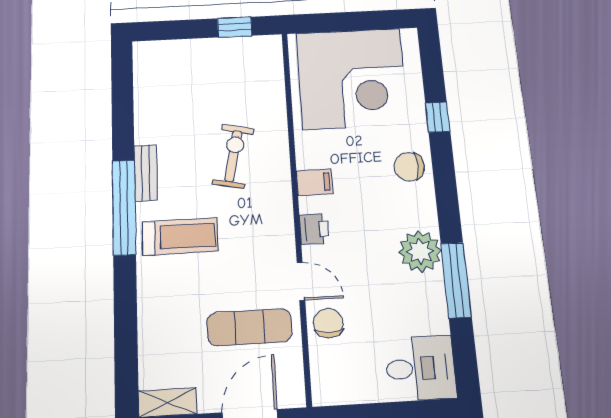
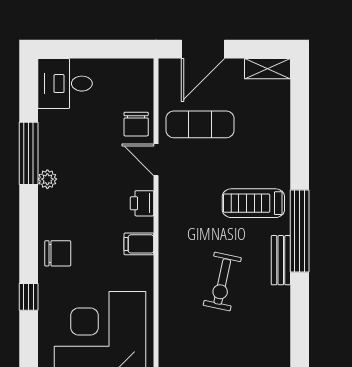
exercise bike: (233, 156) -> (222, 282), moved
plant: (420, 251) -> (47, 179), width x0.53, depth x0.53

